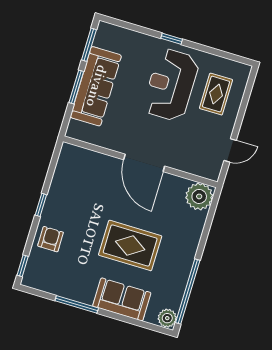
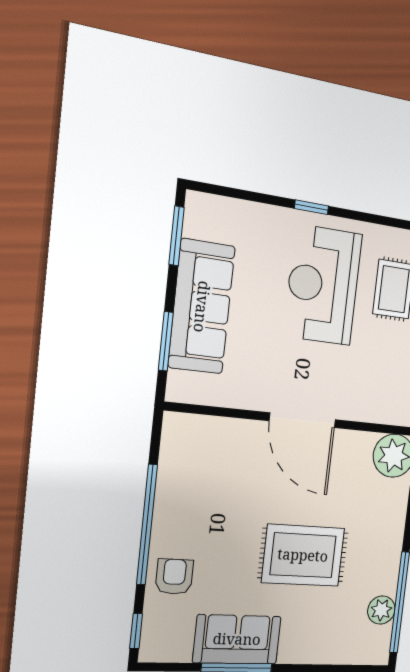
window: (76, 87) -> (166, 341), moved
window: (41, 205) -> (147, 525), width x3.17
sofa: (122, 299) -> (237, 639), moved
plant: (167, 318) -> (381, 610), moved

